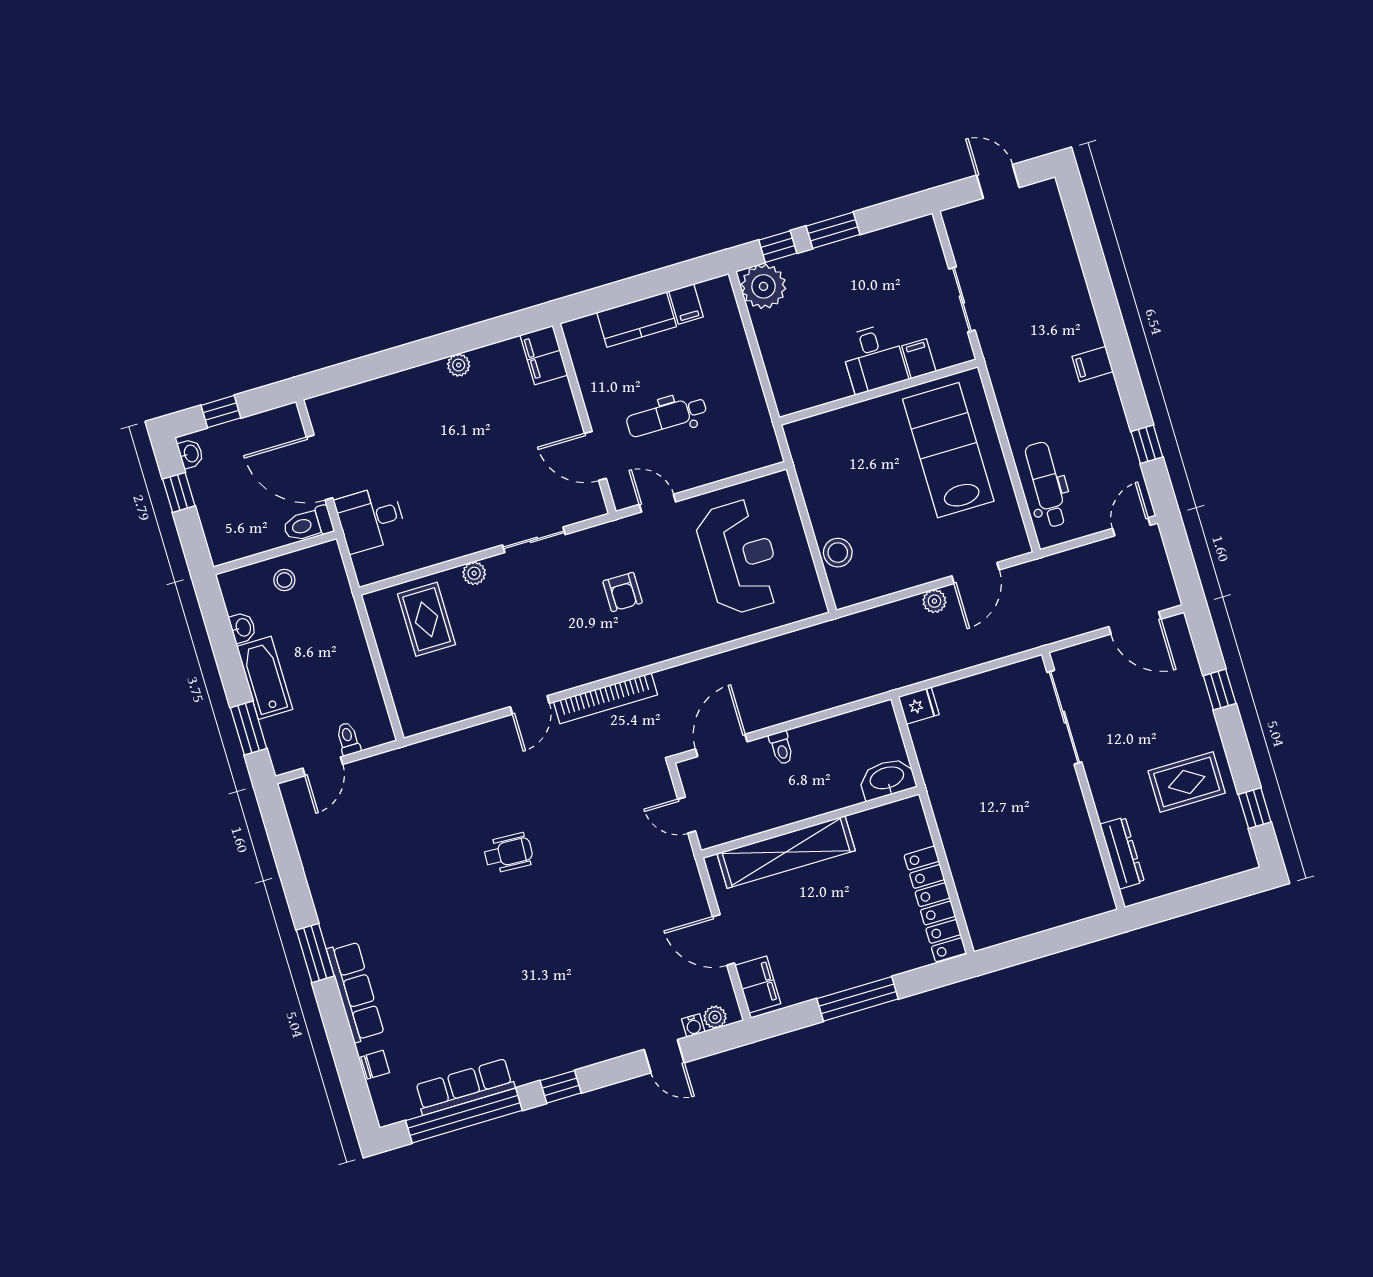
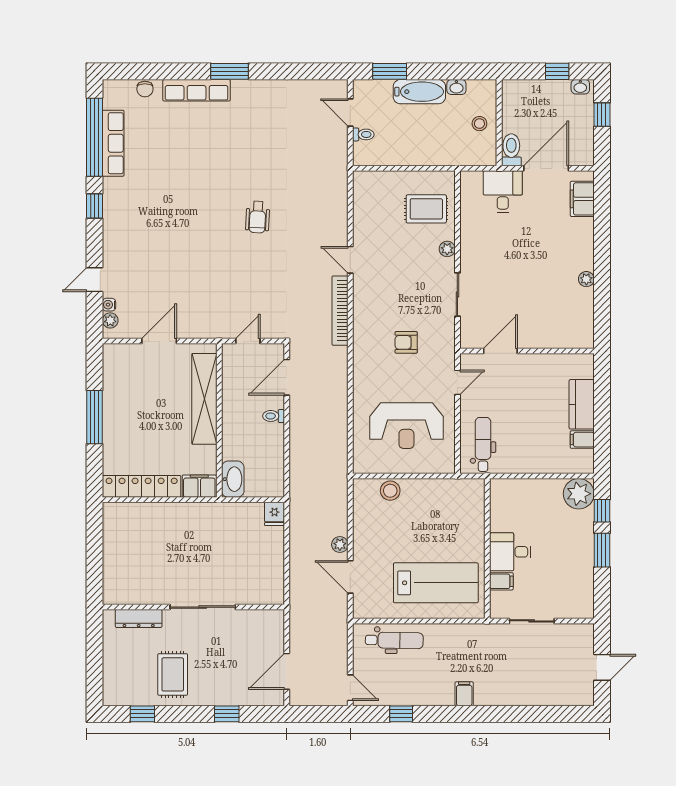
filing cabinet: (544, 355) -> (582, 199), moved, turned -90
dental chair: (667, 416) -> (483, 444), moved
sliding door: (1064, 717) -> (203, 607), moved
door: (721, 745) -> (287, 377), swing flipped
filing cabinet: (758, 984) -> (199, 486), moved, turned 180

